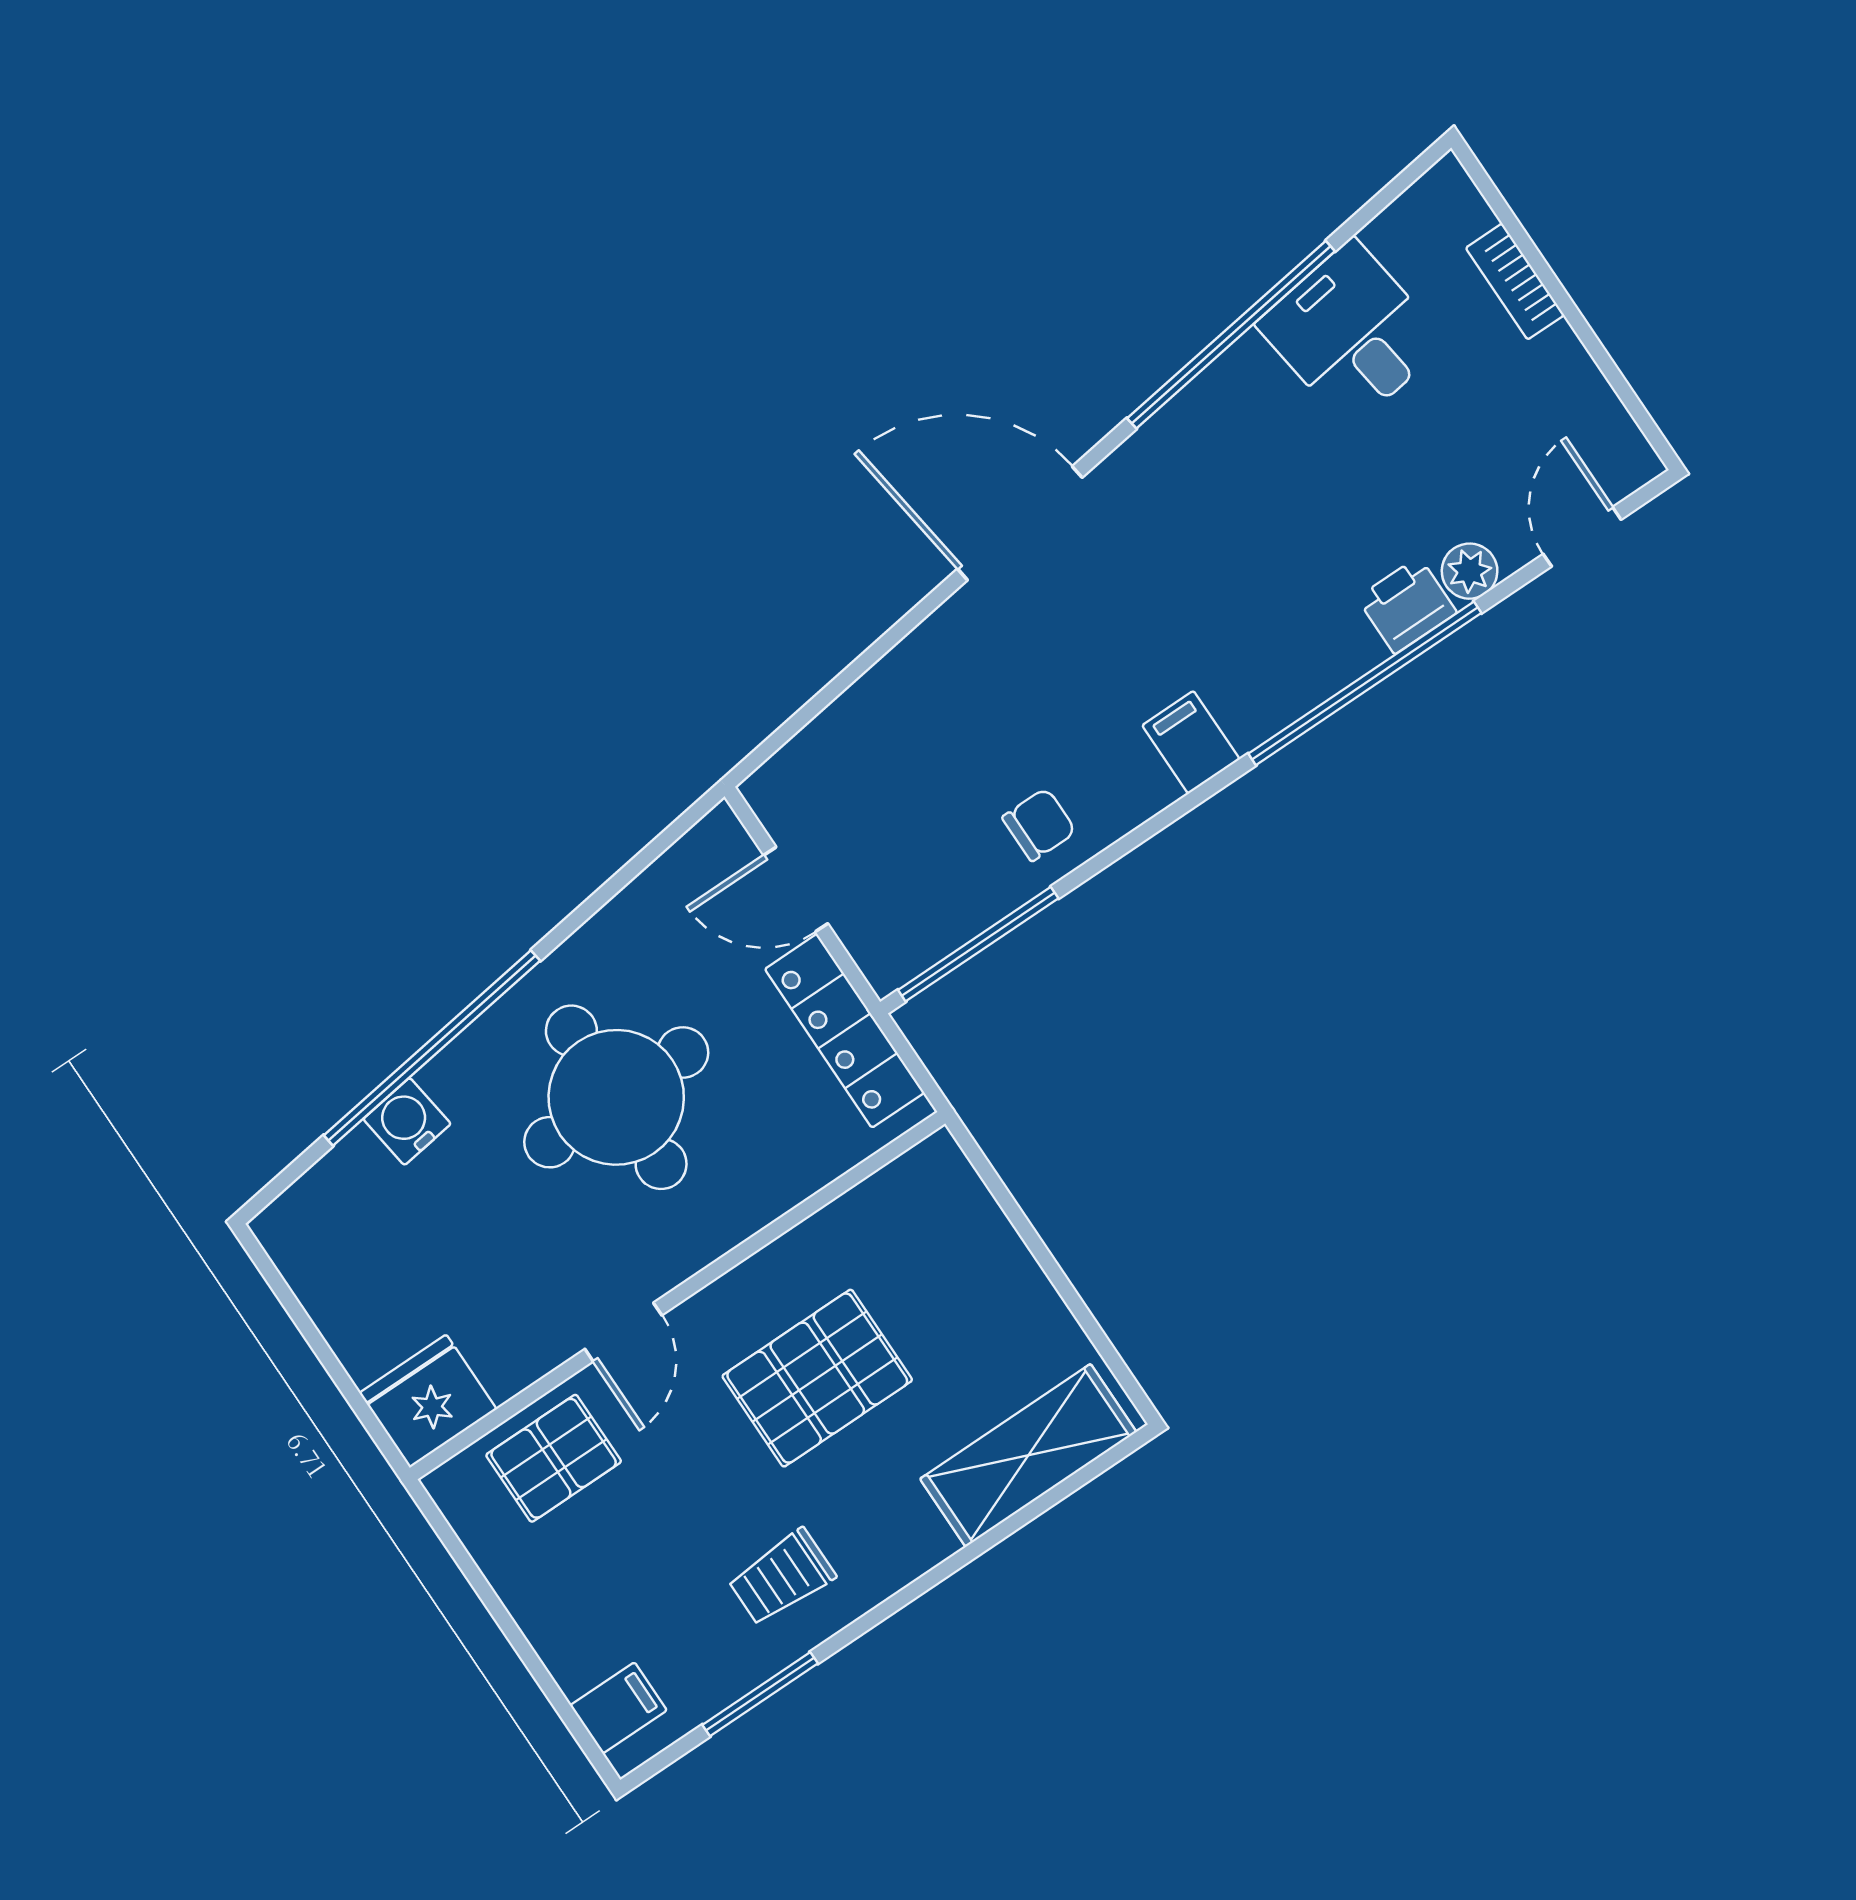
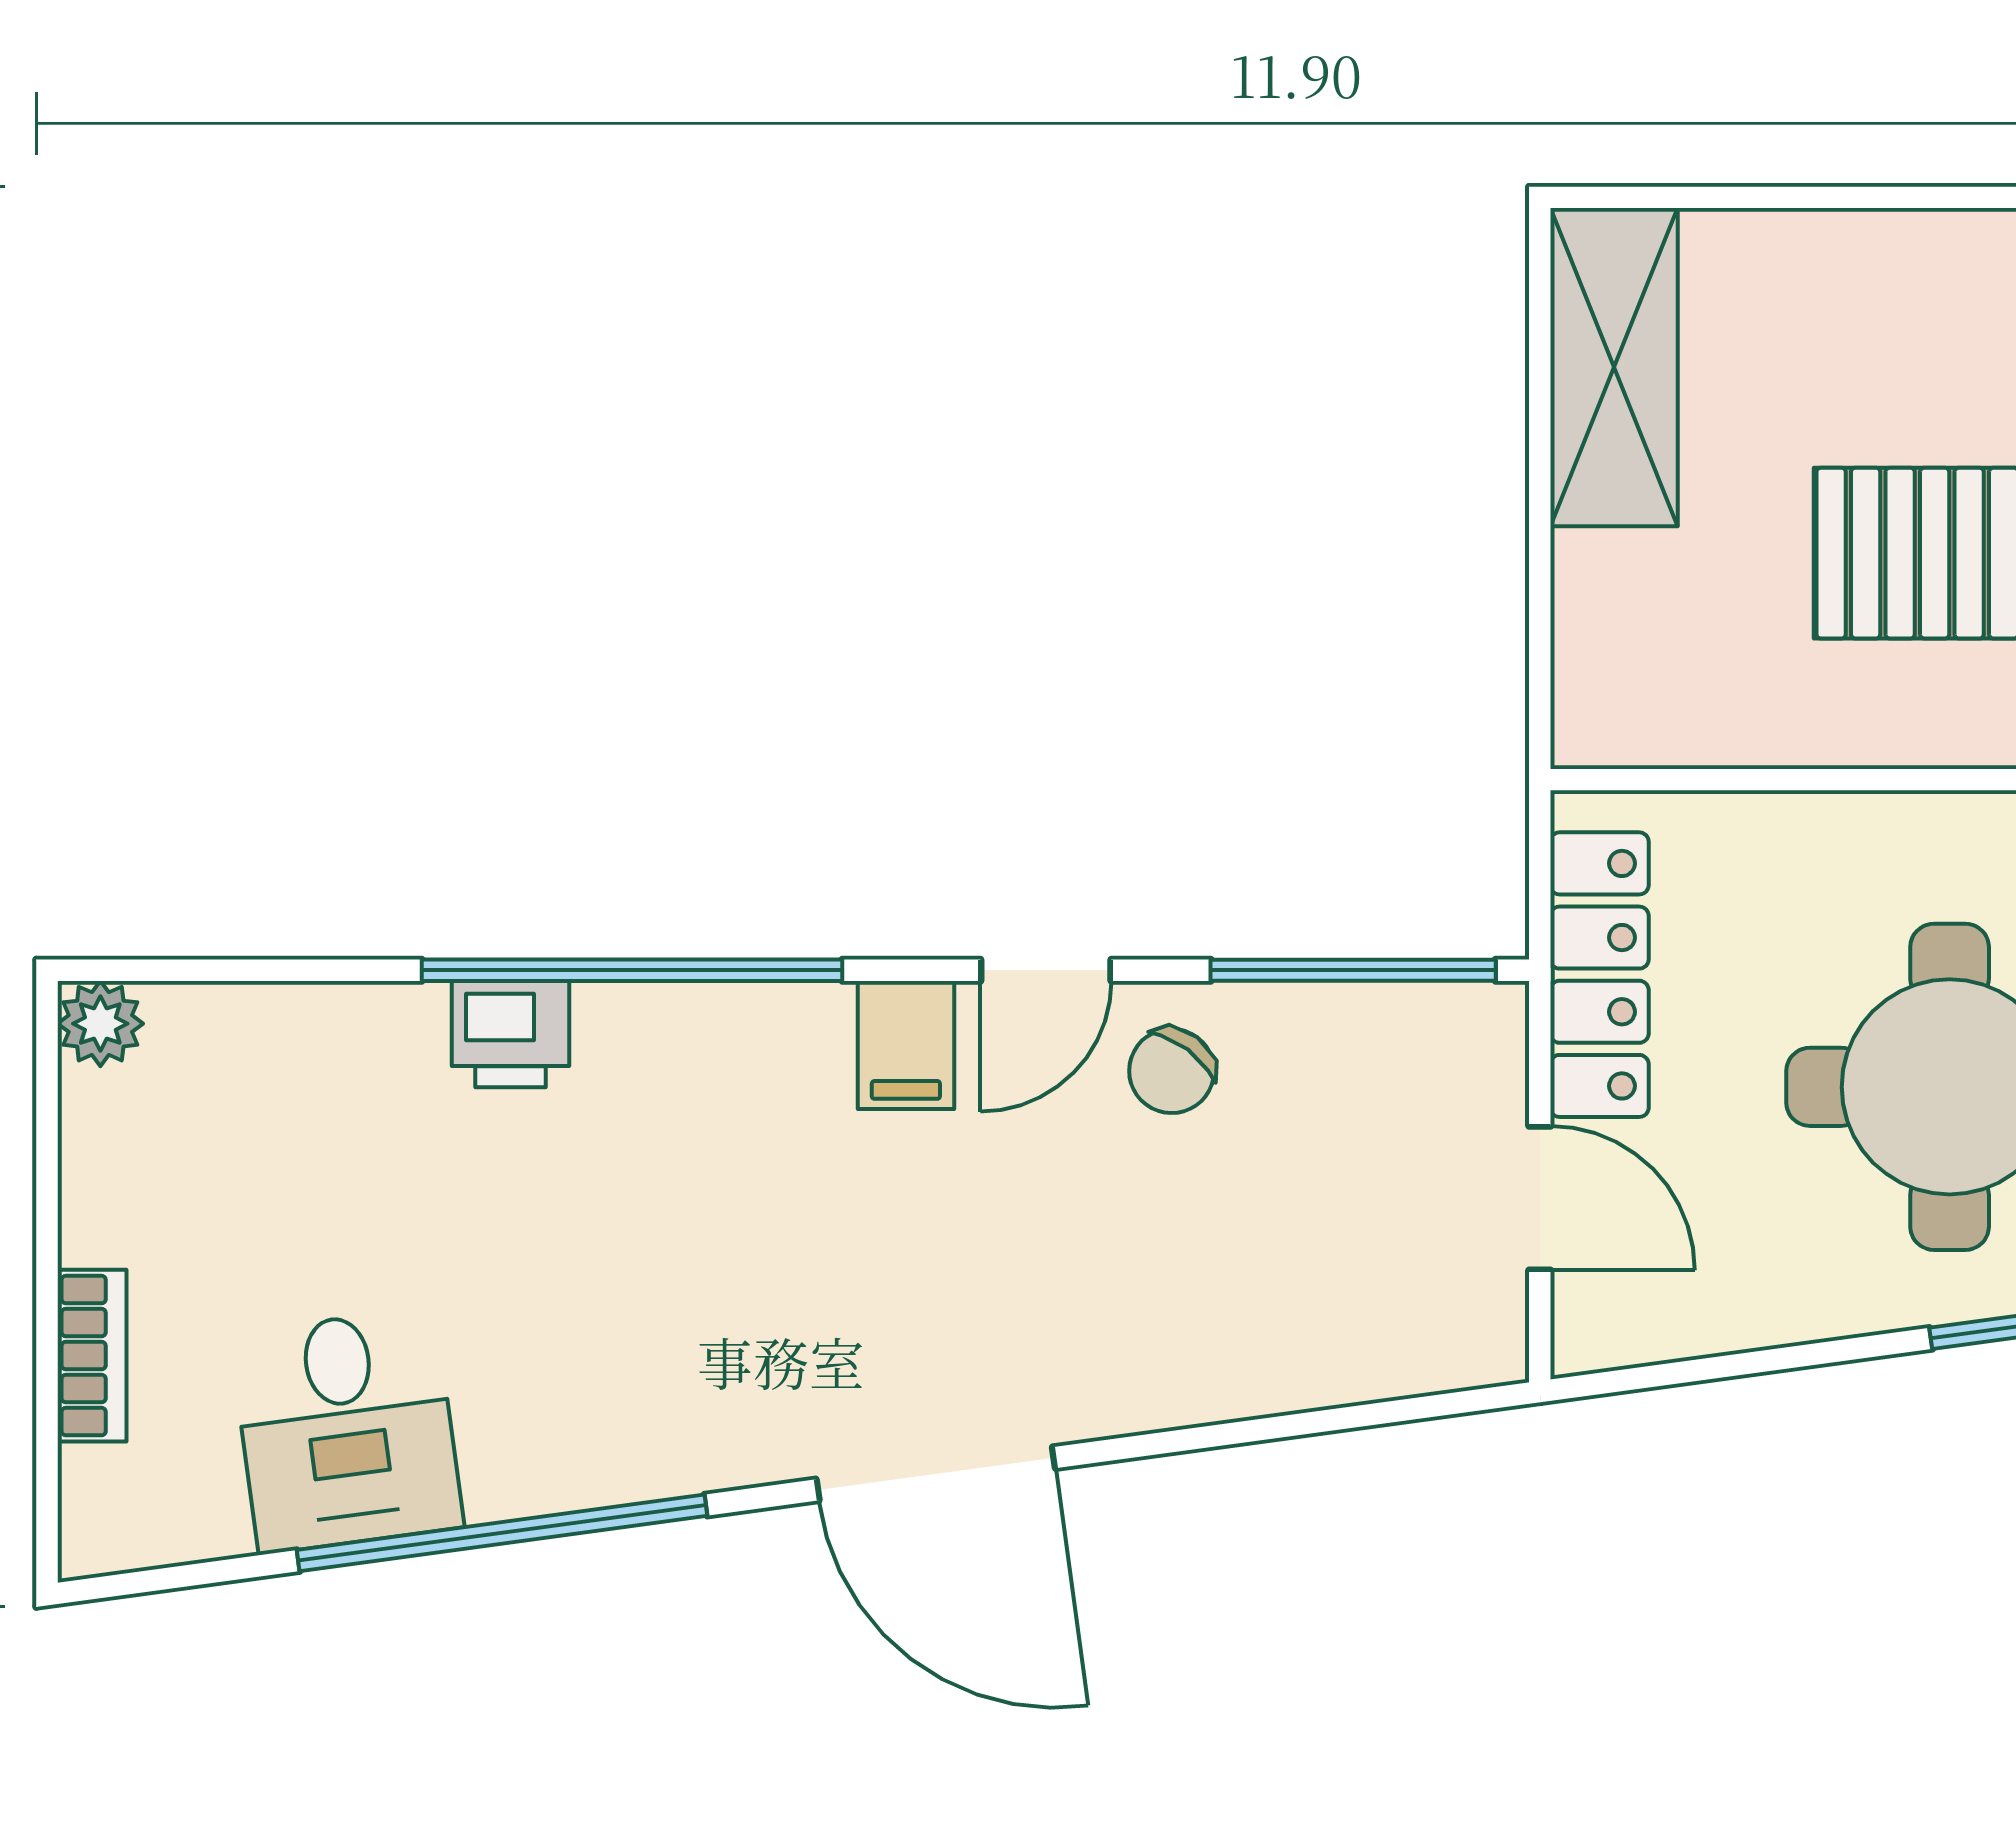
door: (1582, 537) -> (1046, 970), moved
plant: (1470, 571) -> (100, 1024), moved
chair: (1039, 825) -> (1172, 1071), turned -53
shelving: (1028, 1455) -> (1614, 367), moved, turned 90

